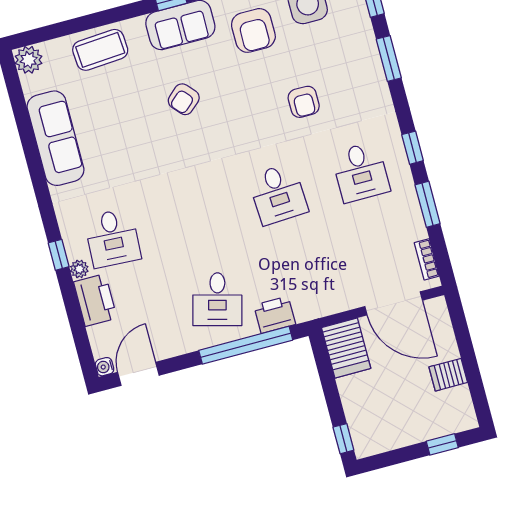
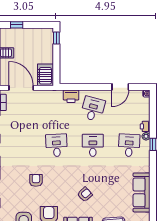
desk: (361, 172) -> (93, 145), moved
printer: (95, 300) -> (145, 126), width x0.53, depth x0.68
window: (246, 345) -> (86, 87), removed
door: (138, 374) -> (120, 87), moved

